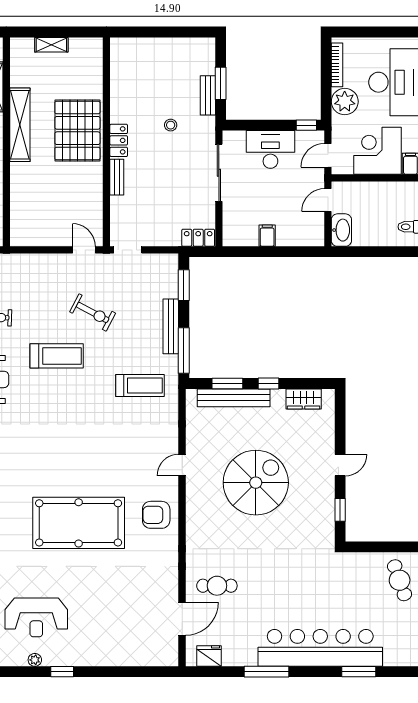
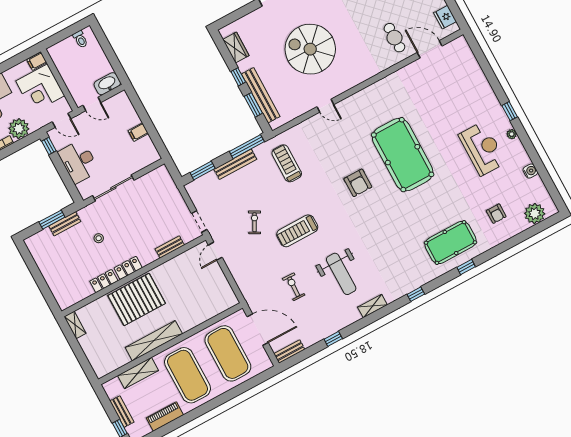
shelving: (51, 45) -> (75, 325), moved
bench: (117, 177) -> (170, 247), moved
locker: (198, 238) -> (104, 281), moved, turned 90
exercise bike: (93, 312) -> (255, 222), width x0.73, depth x0.72
treadmill: (57, 356) -> (297, 231), turned -90
armchair: (156, 515) -> (358, 183), moved

